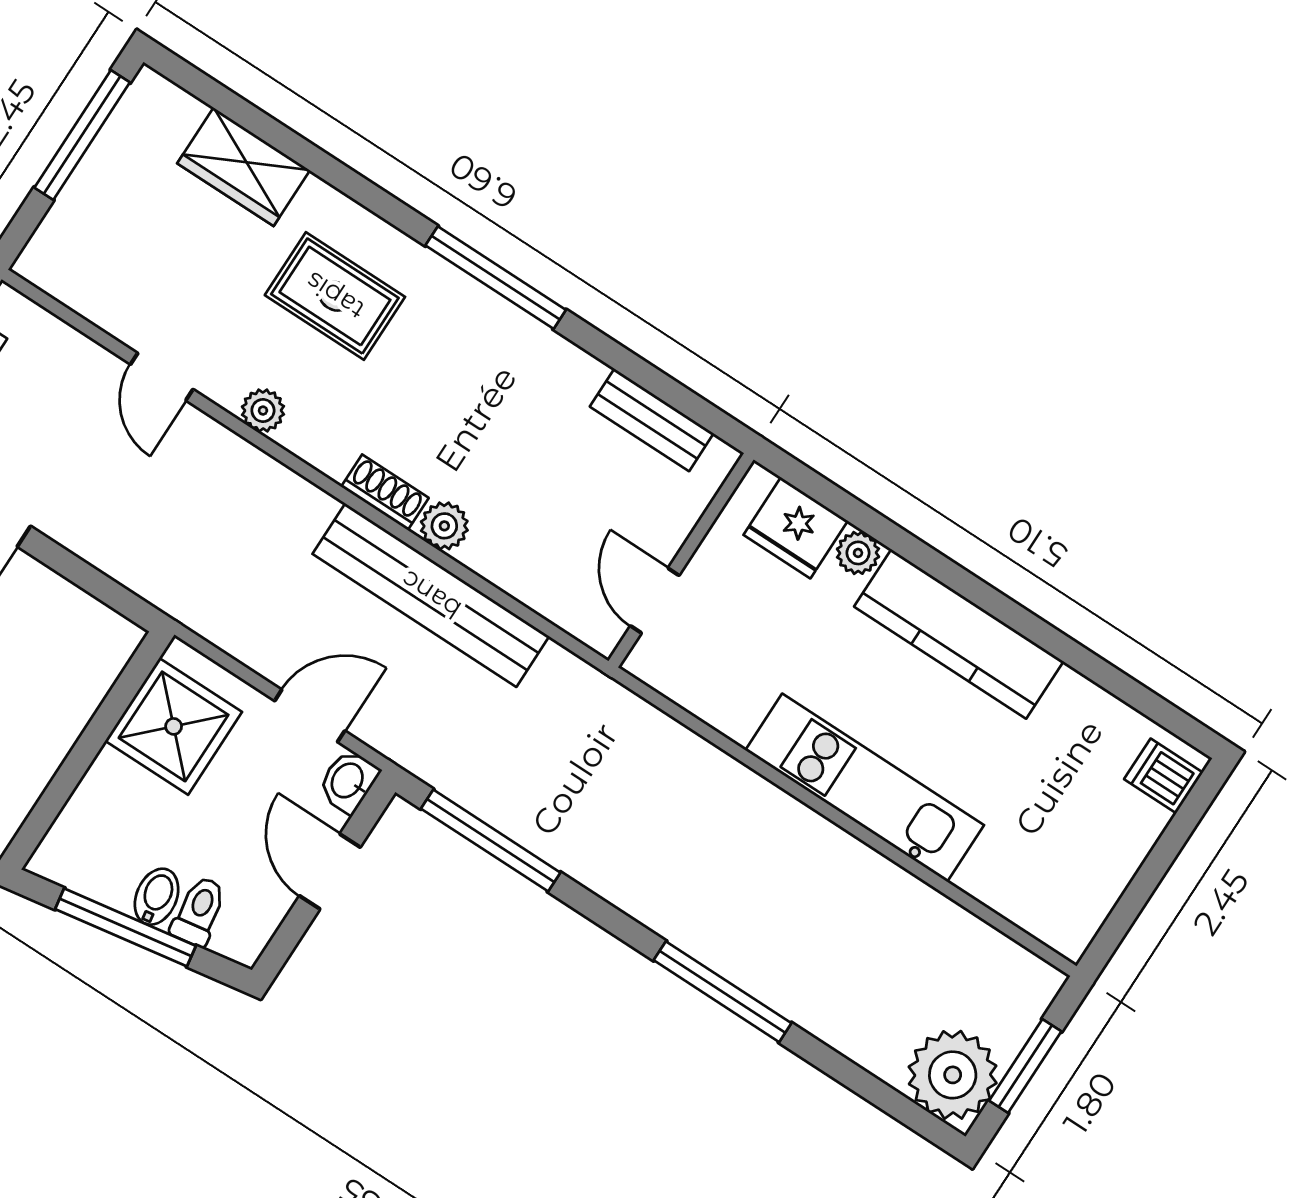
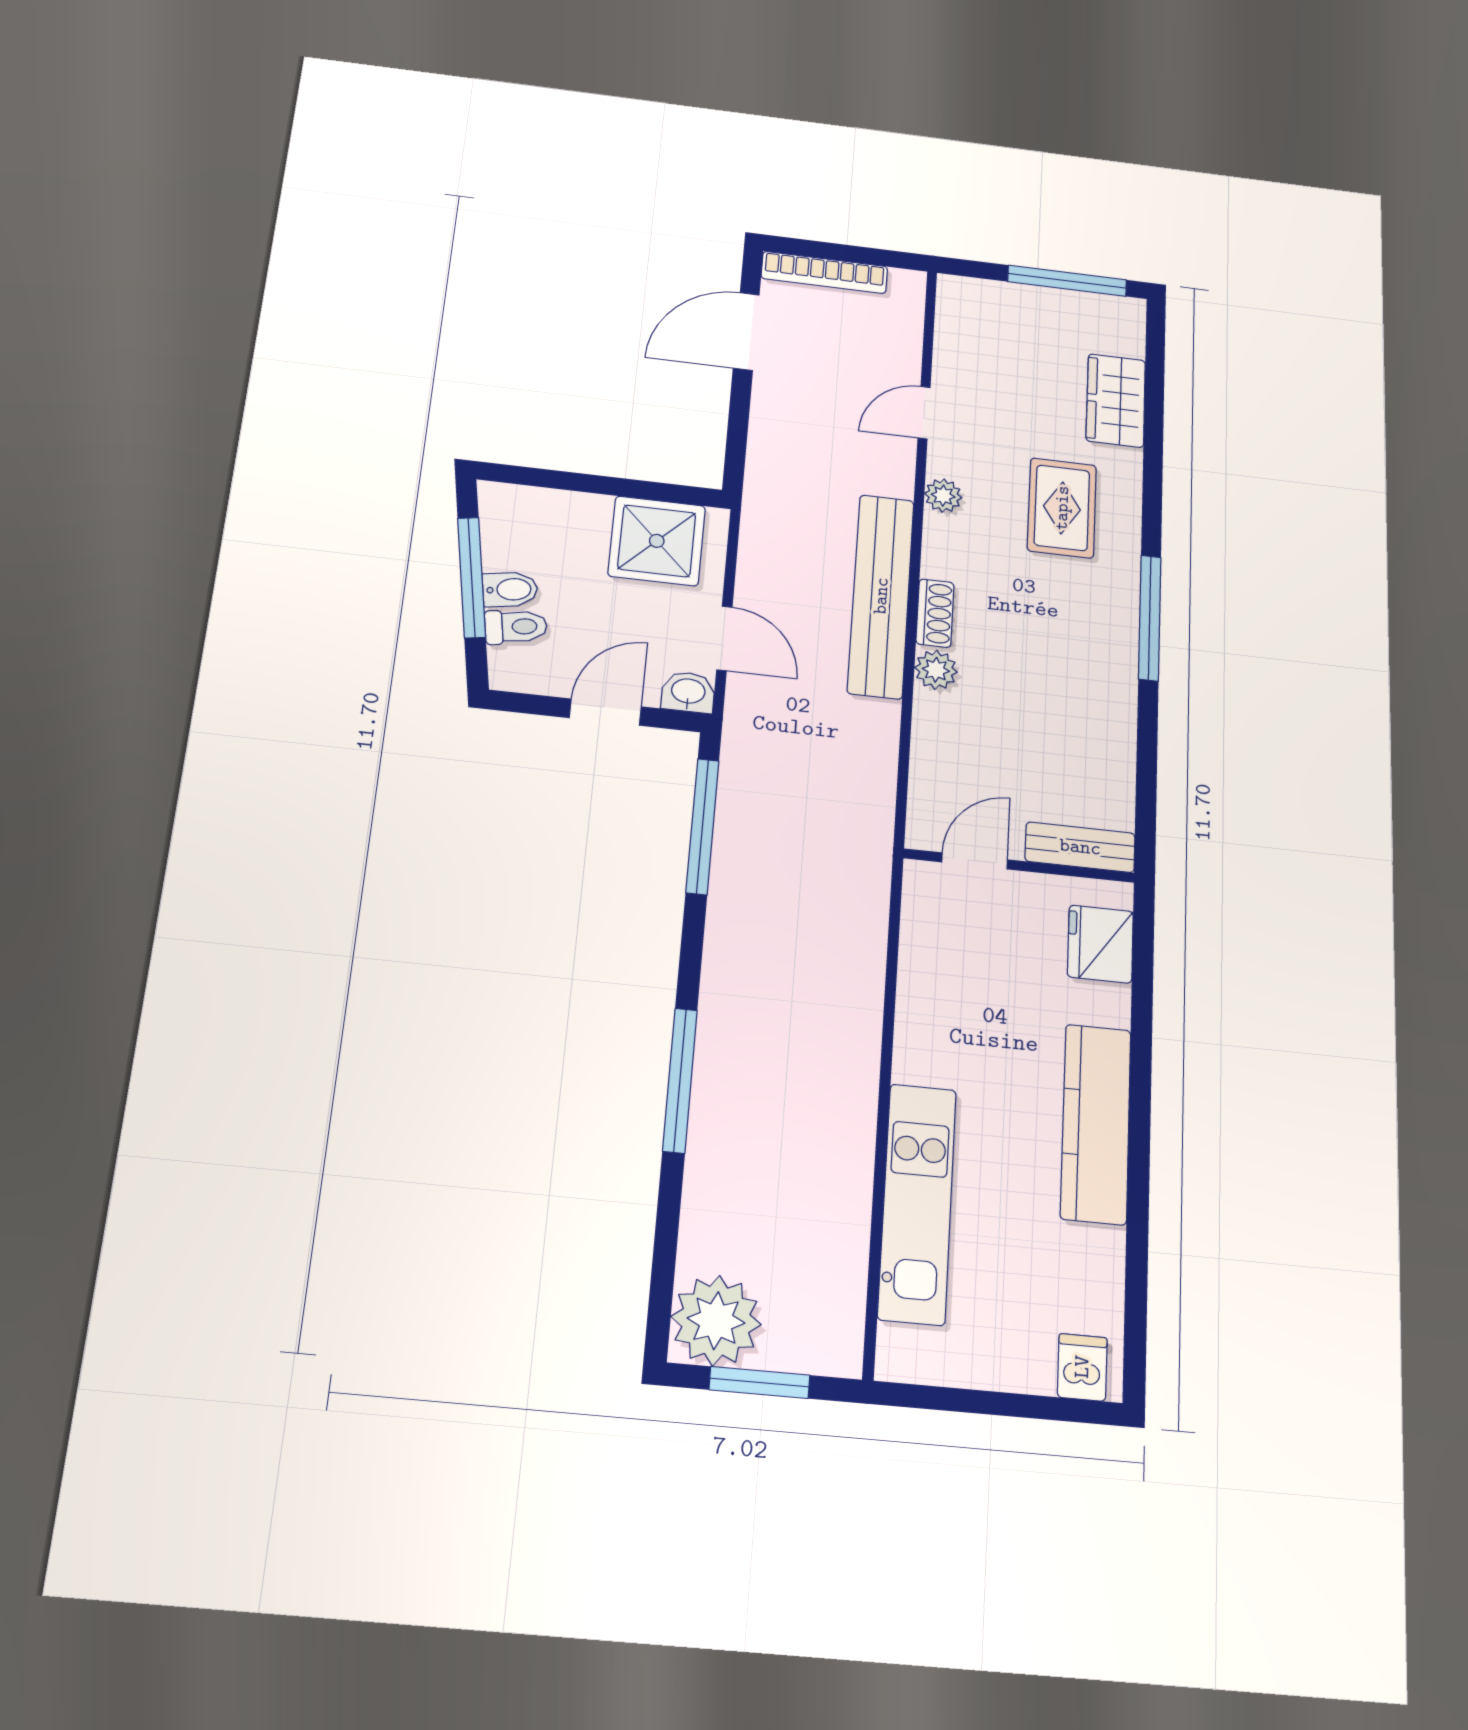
bench: (652, 420) -> (1080, 847), moved, turned 90
plant: (858, 553) -> (1111, 1005), removed
bench: (431, 595) -> (881, 596), moved
kitchen unit: (865, 788) -> (917, 1203), moved

